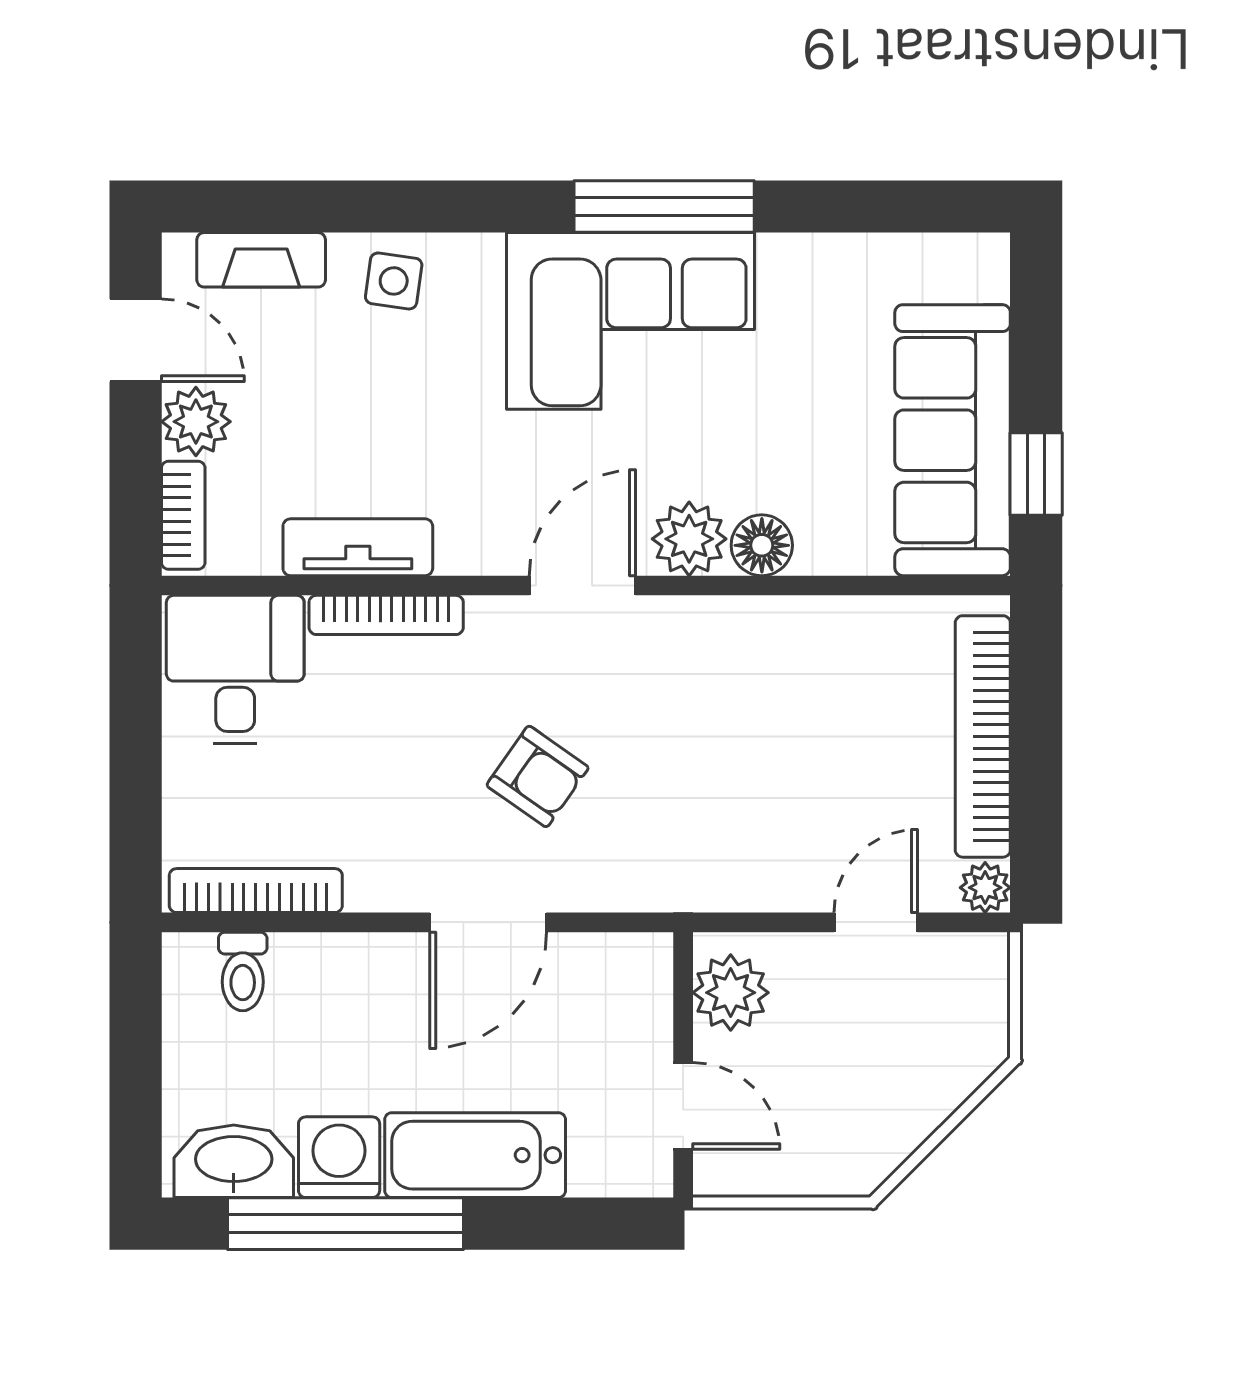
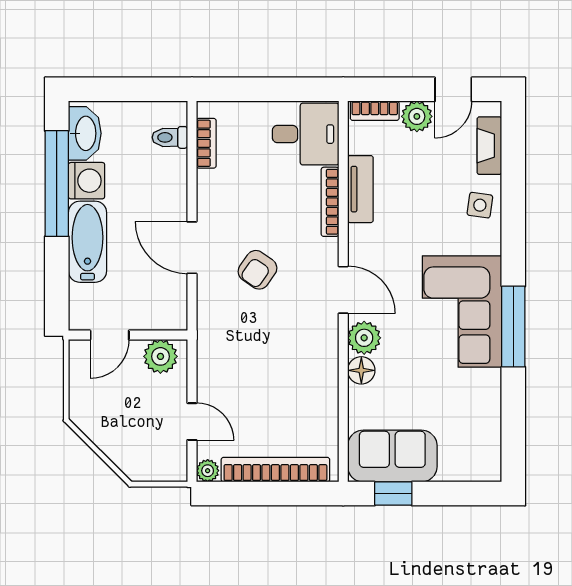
sofa: (953, 440) -> (392, 456), width x0.73
bookcase: (256, 891) -> (206, 143), width x0.64

